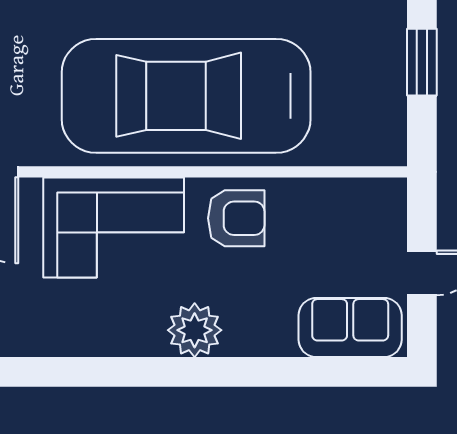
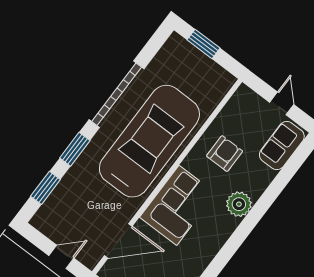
car: (186, 96) -> (149, 141), turned 180
armchair: (236, 218) -> (225, 154), moved

